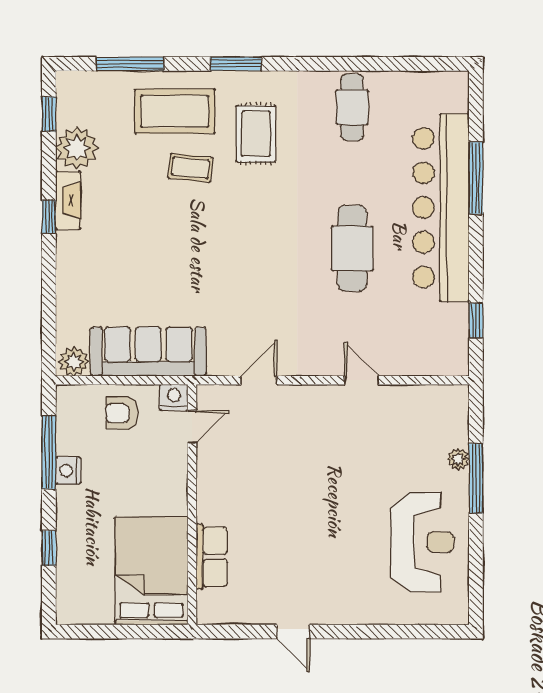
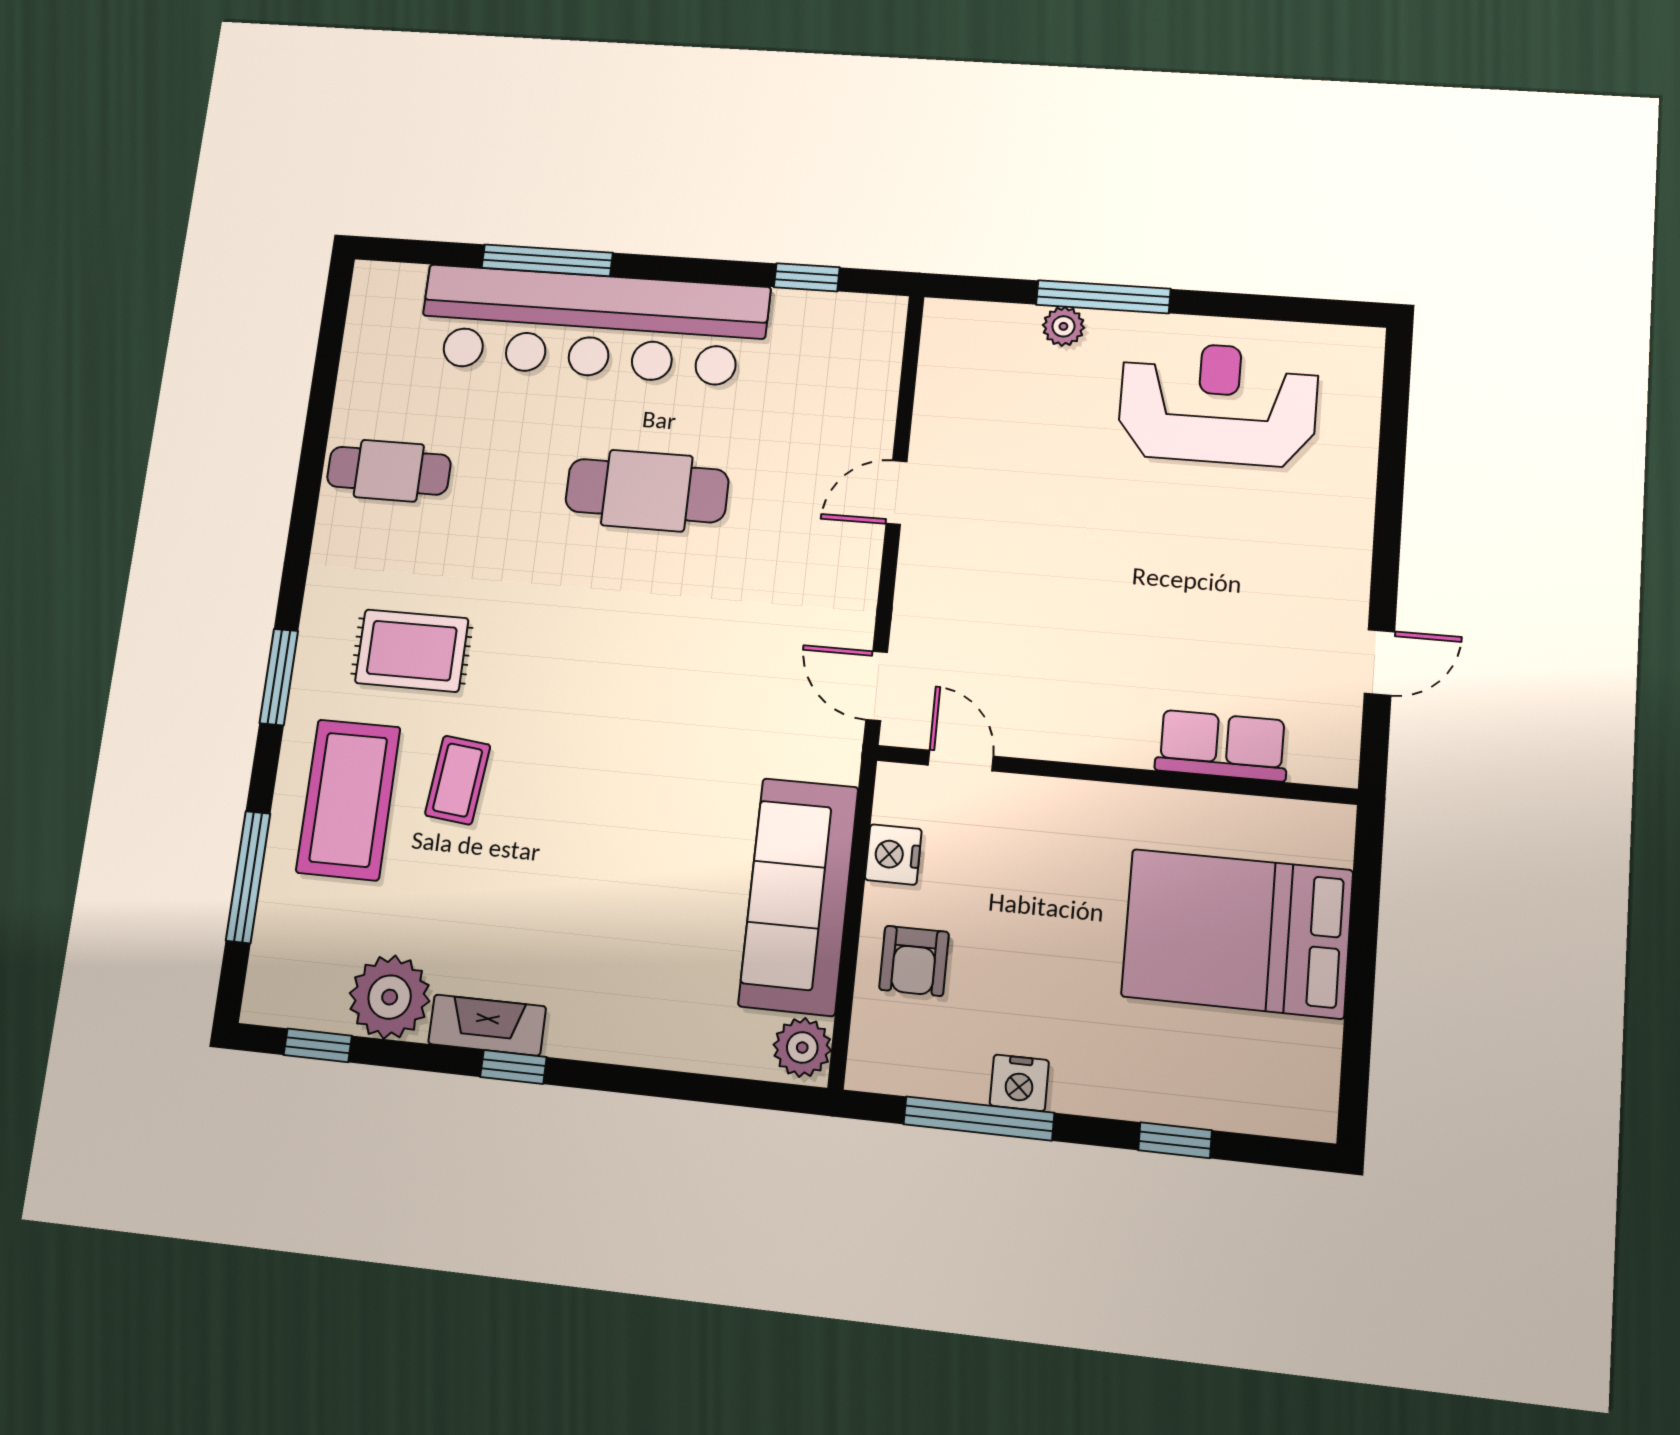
door: (192, 427) -> (961, 761), moved
wall: (192, 505) -> (1115, 775), moved
row of seats: (212, 557) -> (1222, 745), moved

